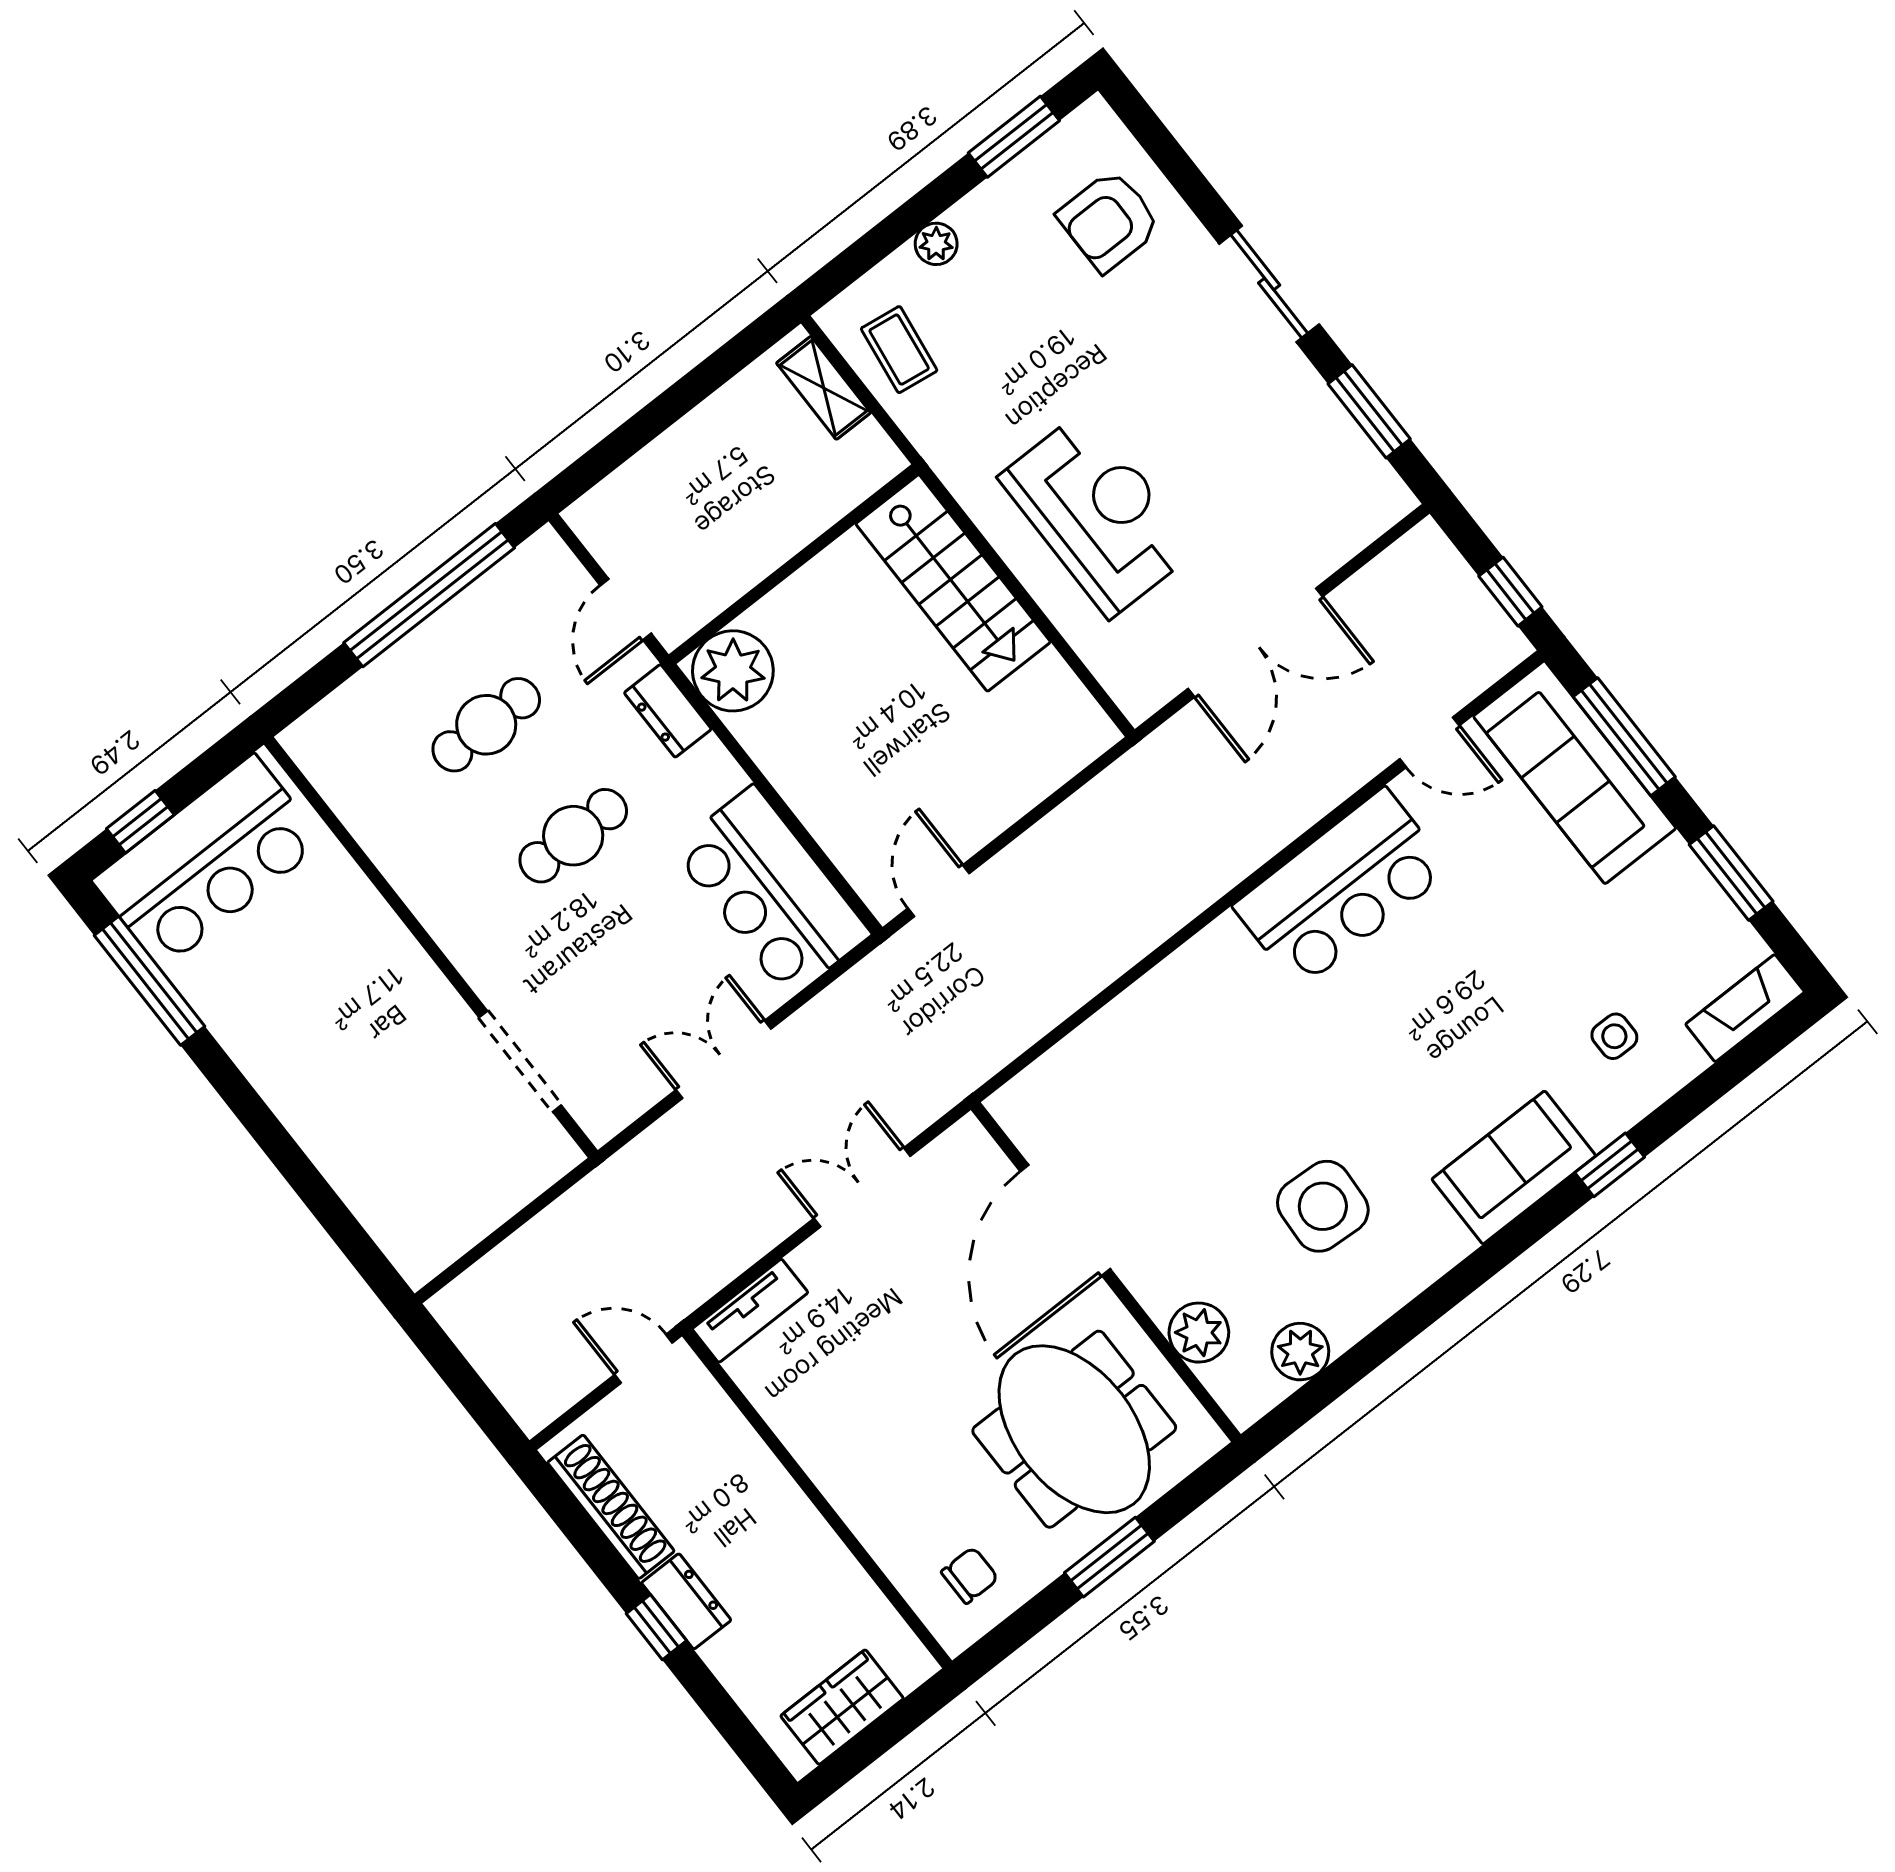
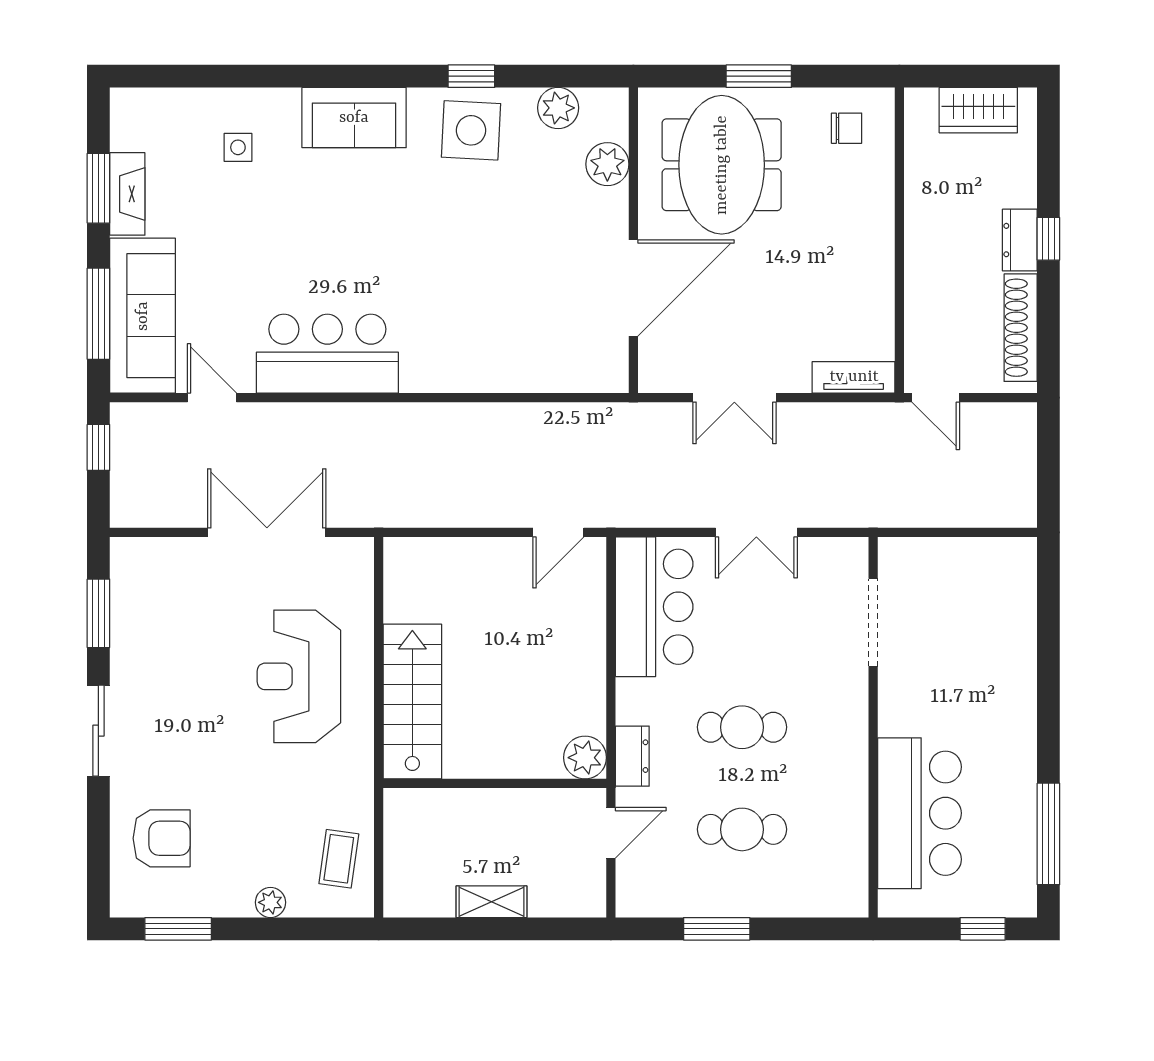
shelving: (824, 388) -> (491, 902), moved, turned 90
window: (429, 595) -> (717, 929), width x0.47
plant: (733, 671) -> (585, 758), width x0.73, depth x0.73
bar counter: (208, 862) -> (919, 813), moved, turned 90
fireplace: (1745, 1008) -> (127, 194), moved, turned -90
window: (1610, 1165) -> (471, 76), moved
side table: (1323, 1206) -> (471, 130), moved
chair: (970, 1575) -> (847, 128), turned 180

